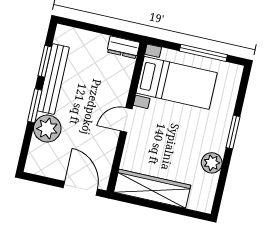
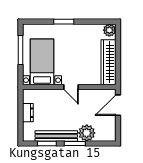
dresser: (123, 47) -> (28, 113), moved
plant: (212, 163) -> (109, 30), moved

